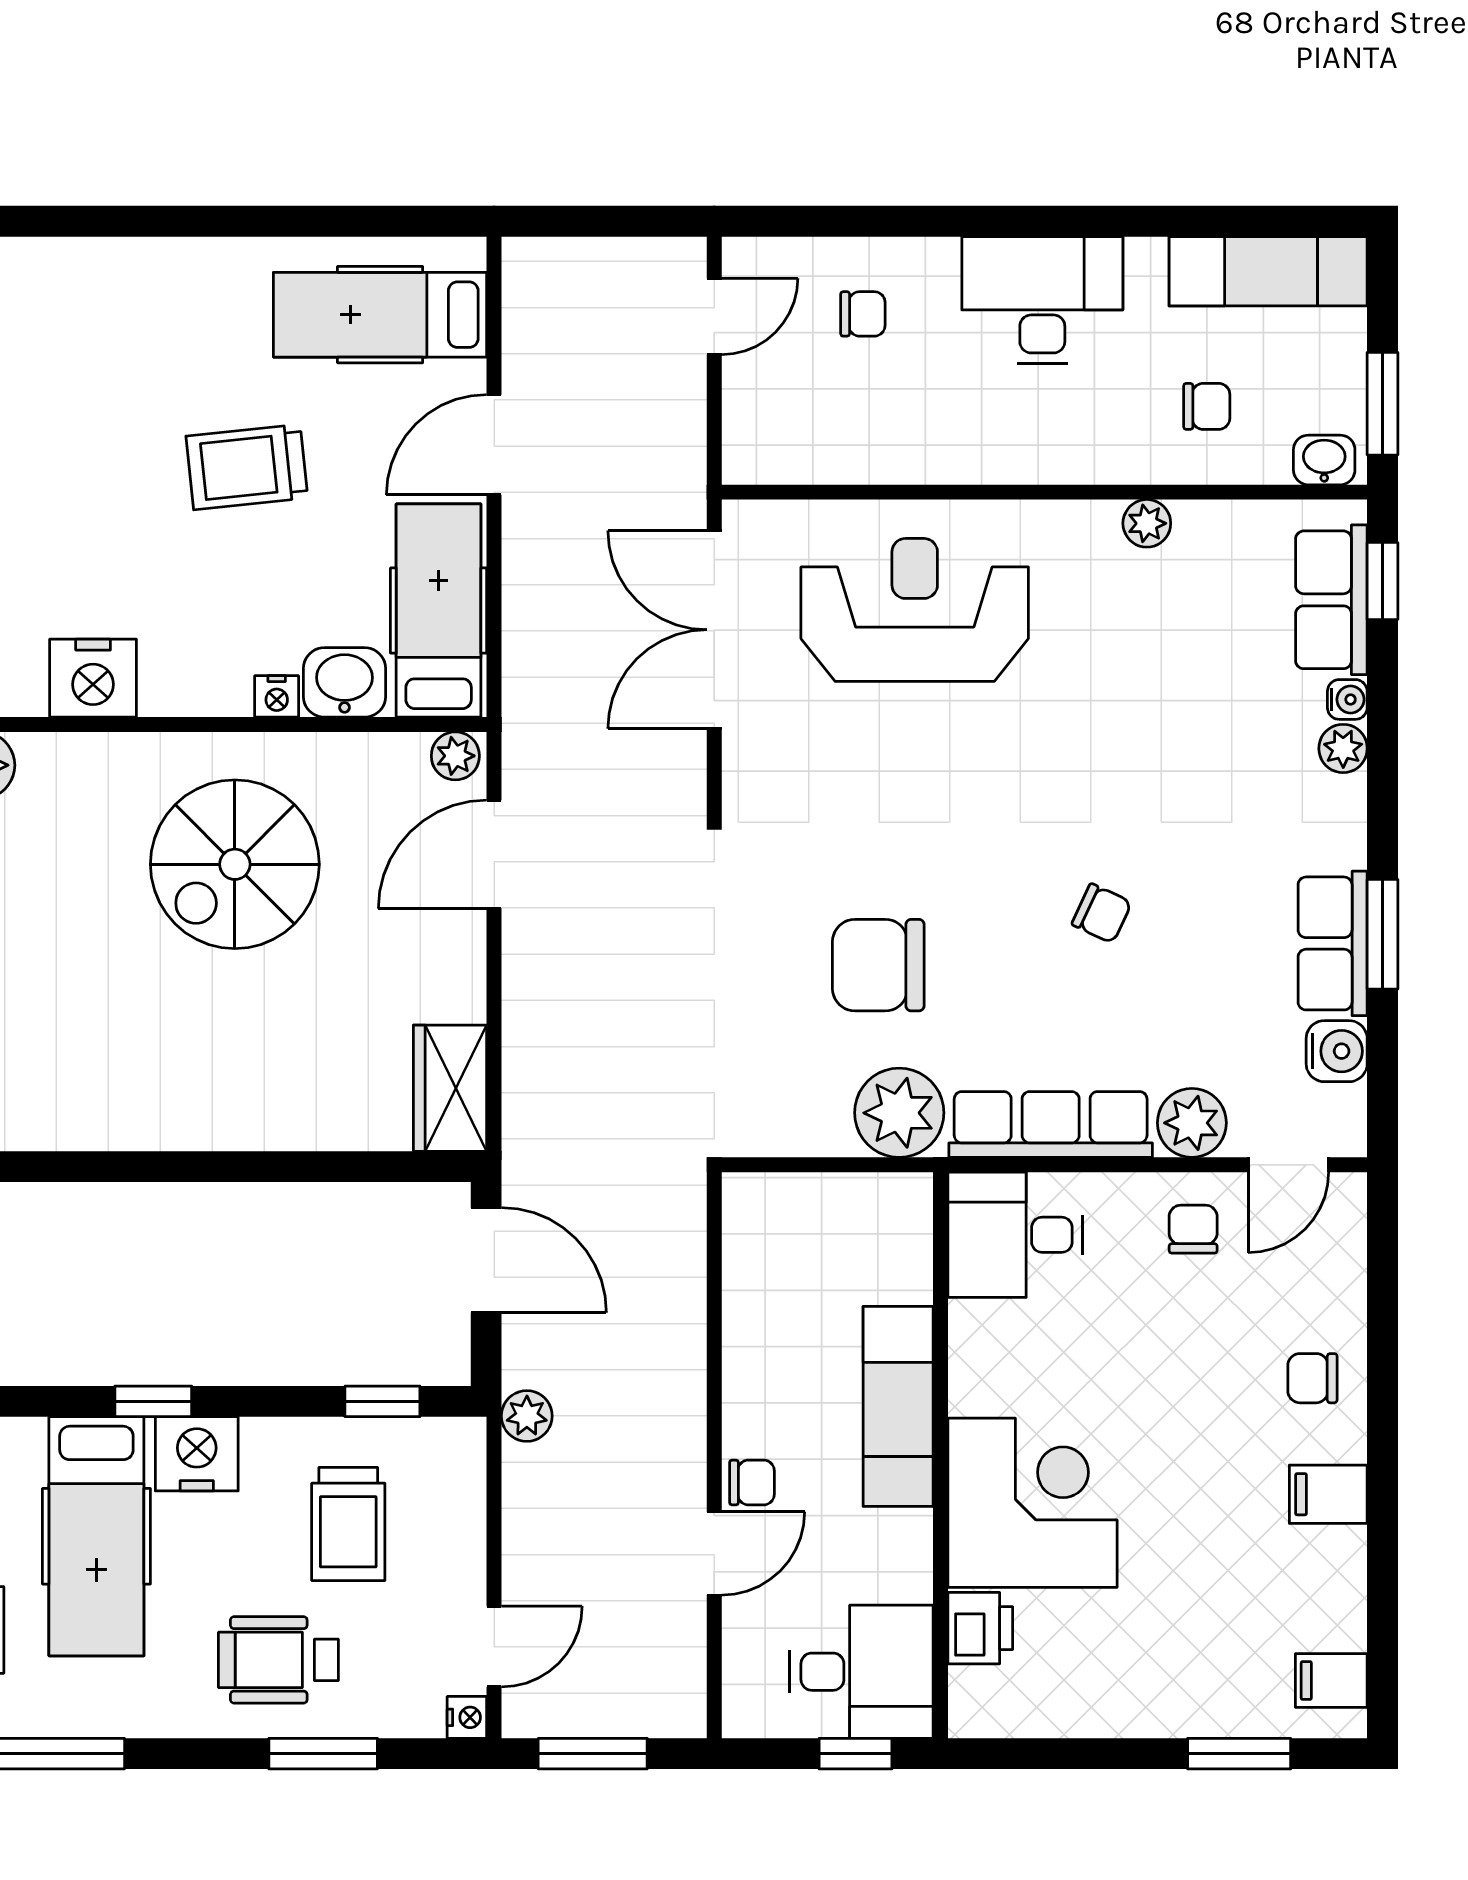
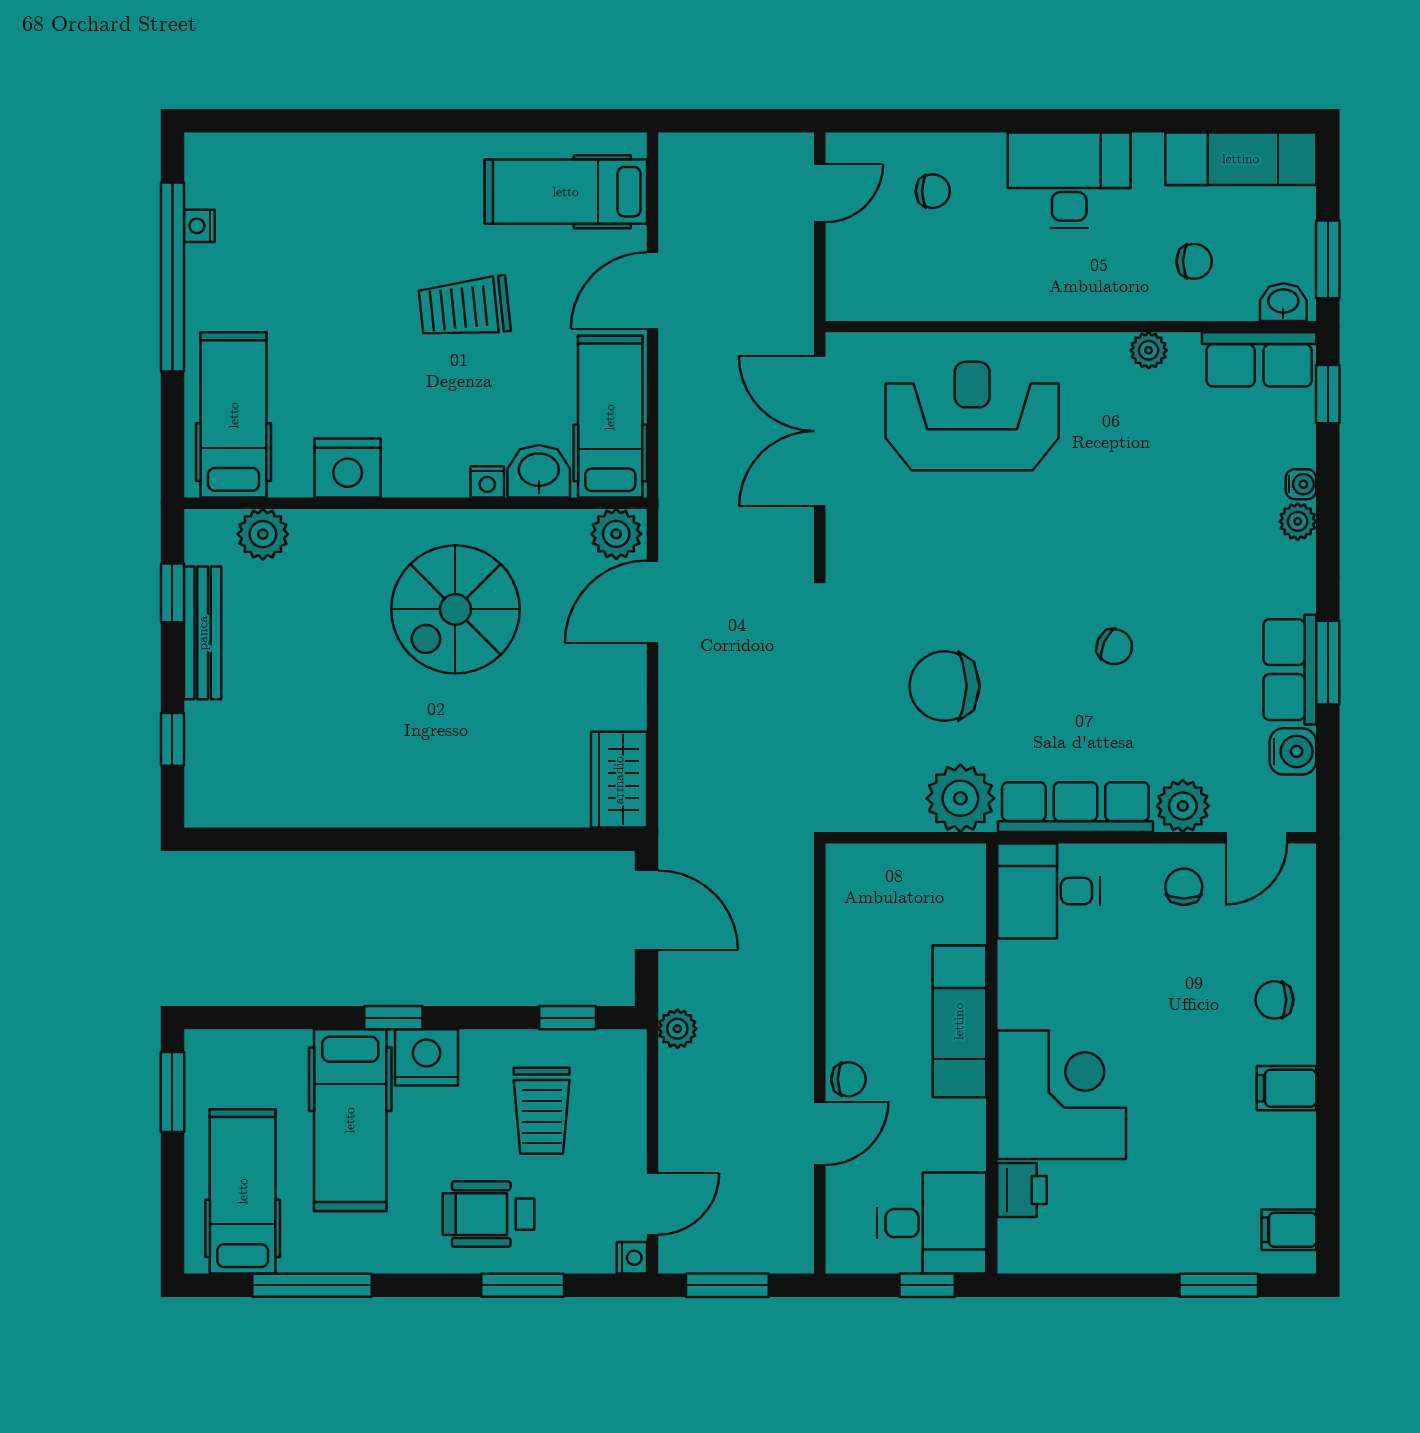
row of seats: (1331, 600) -> (1259, 359), moved, turned -90
plant: (455, 756) -> (616, 534), width x1.38, depth x1.38

